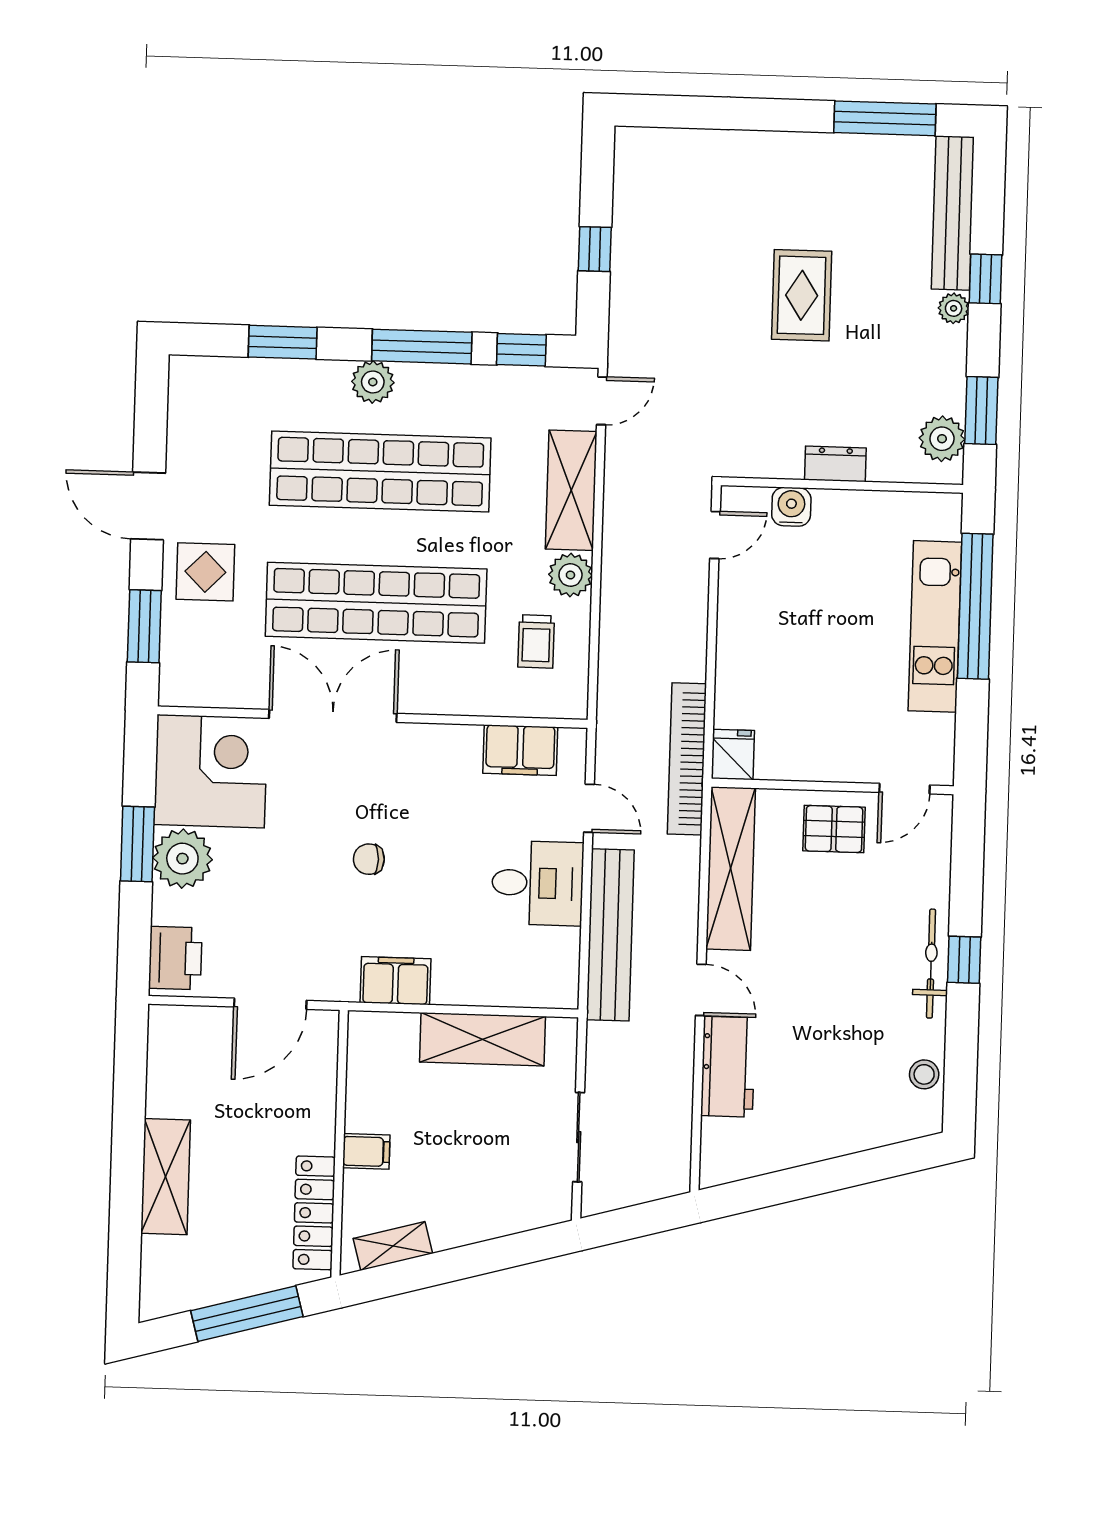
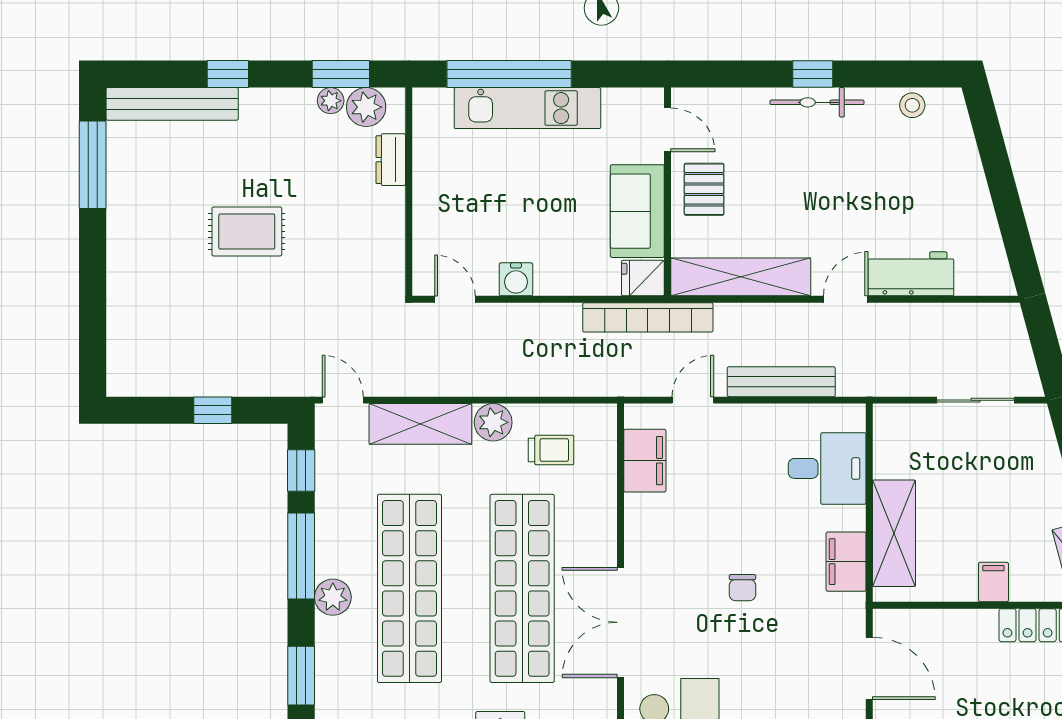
plant: (954, 308) -> (331, 101), moved
dresser: (835, 464) -> (391, 160), moved
water cooler: (791, 507) -> (516, 279), moved, turned -90
sofa: (811, 751) -> (637, 211), added
desk: (538, 883) -> (827, 468), moved, turned 90
bench: (610, 935) -> (781, 382), width x0.73, depth x0.82
shelving: (482, 1039) -> (894, 533), moved

